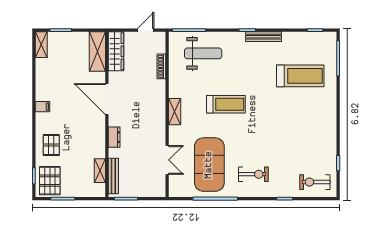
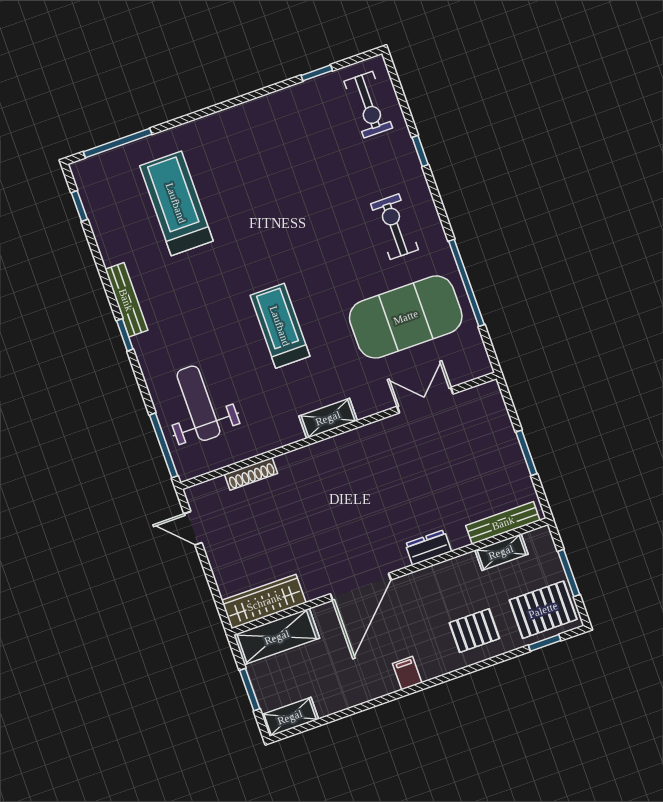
wardrobe: (116, 51) -> (264, 602), moved
shelving: (97, 52) -> (277, 637), moved
door: (107, 99) -> (361, 587), moved
wall: (107, 114) -> (390, 577), moved
dresser: (114, 137) -> (428, 547), moved
shelving: (100, 171) -> (501, 552), moved
bench: (113, 176) -> (503, 523), moved

